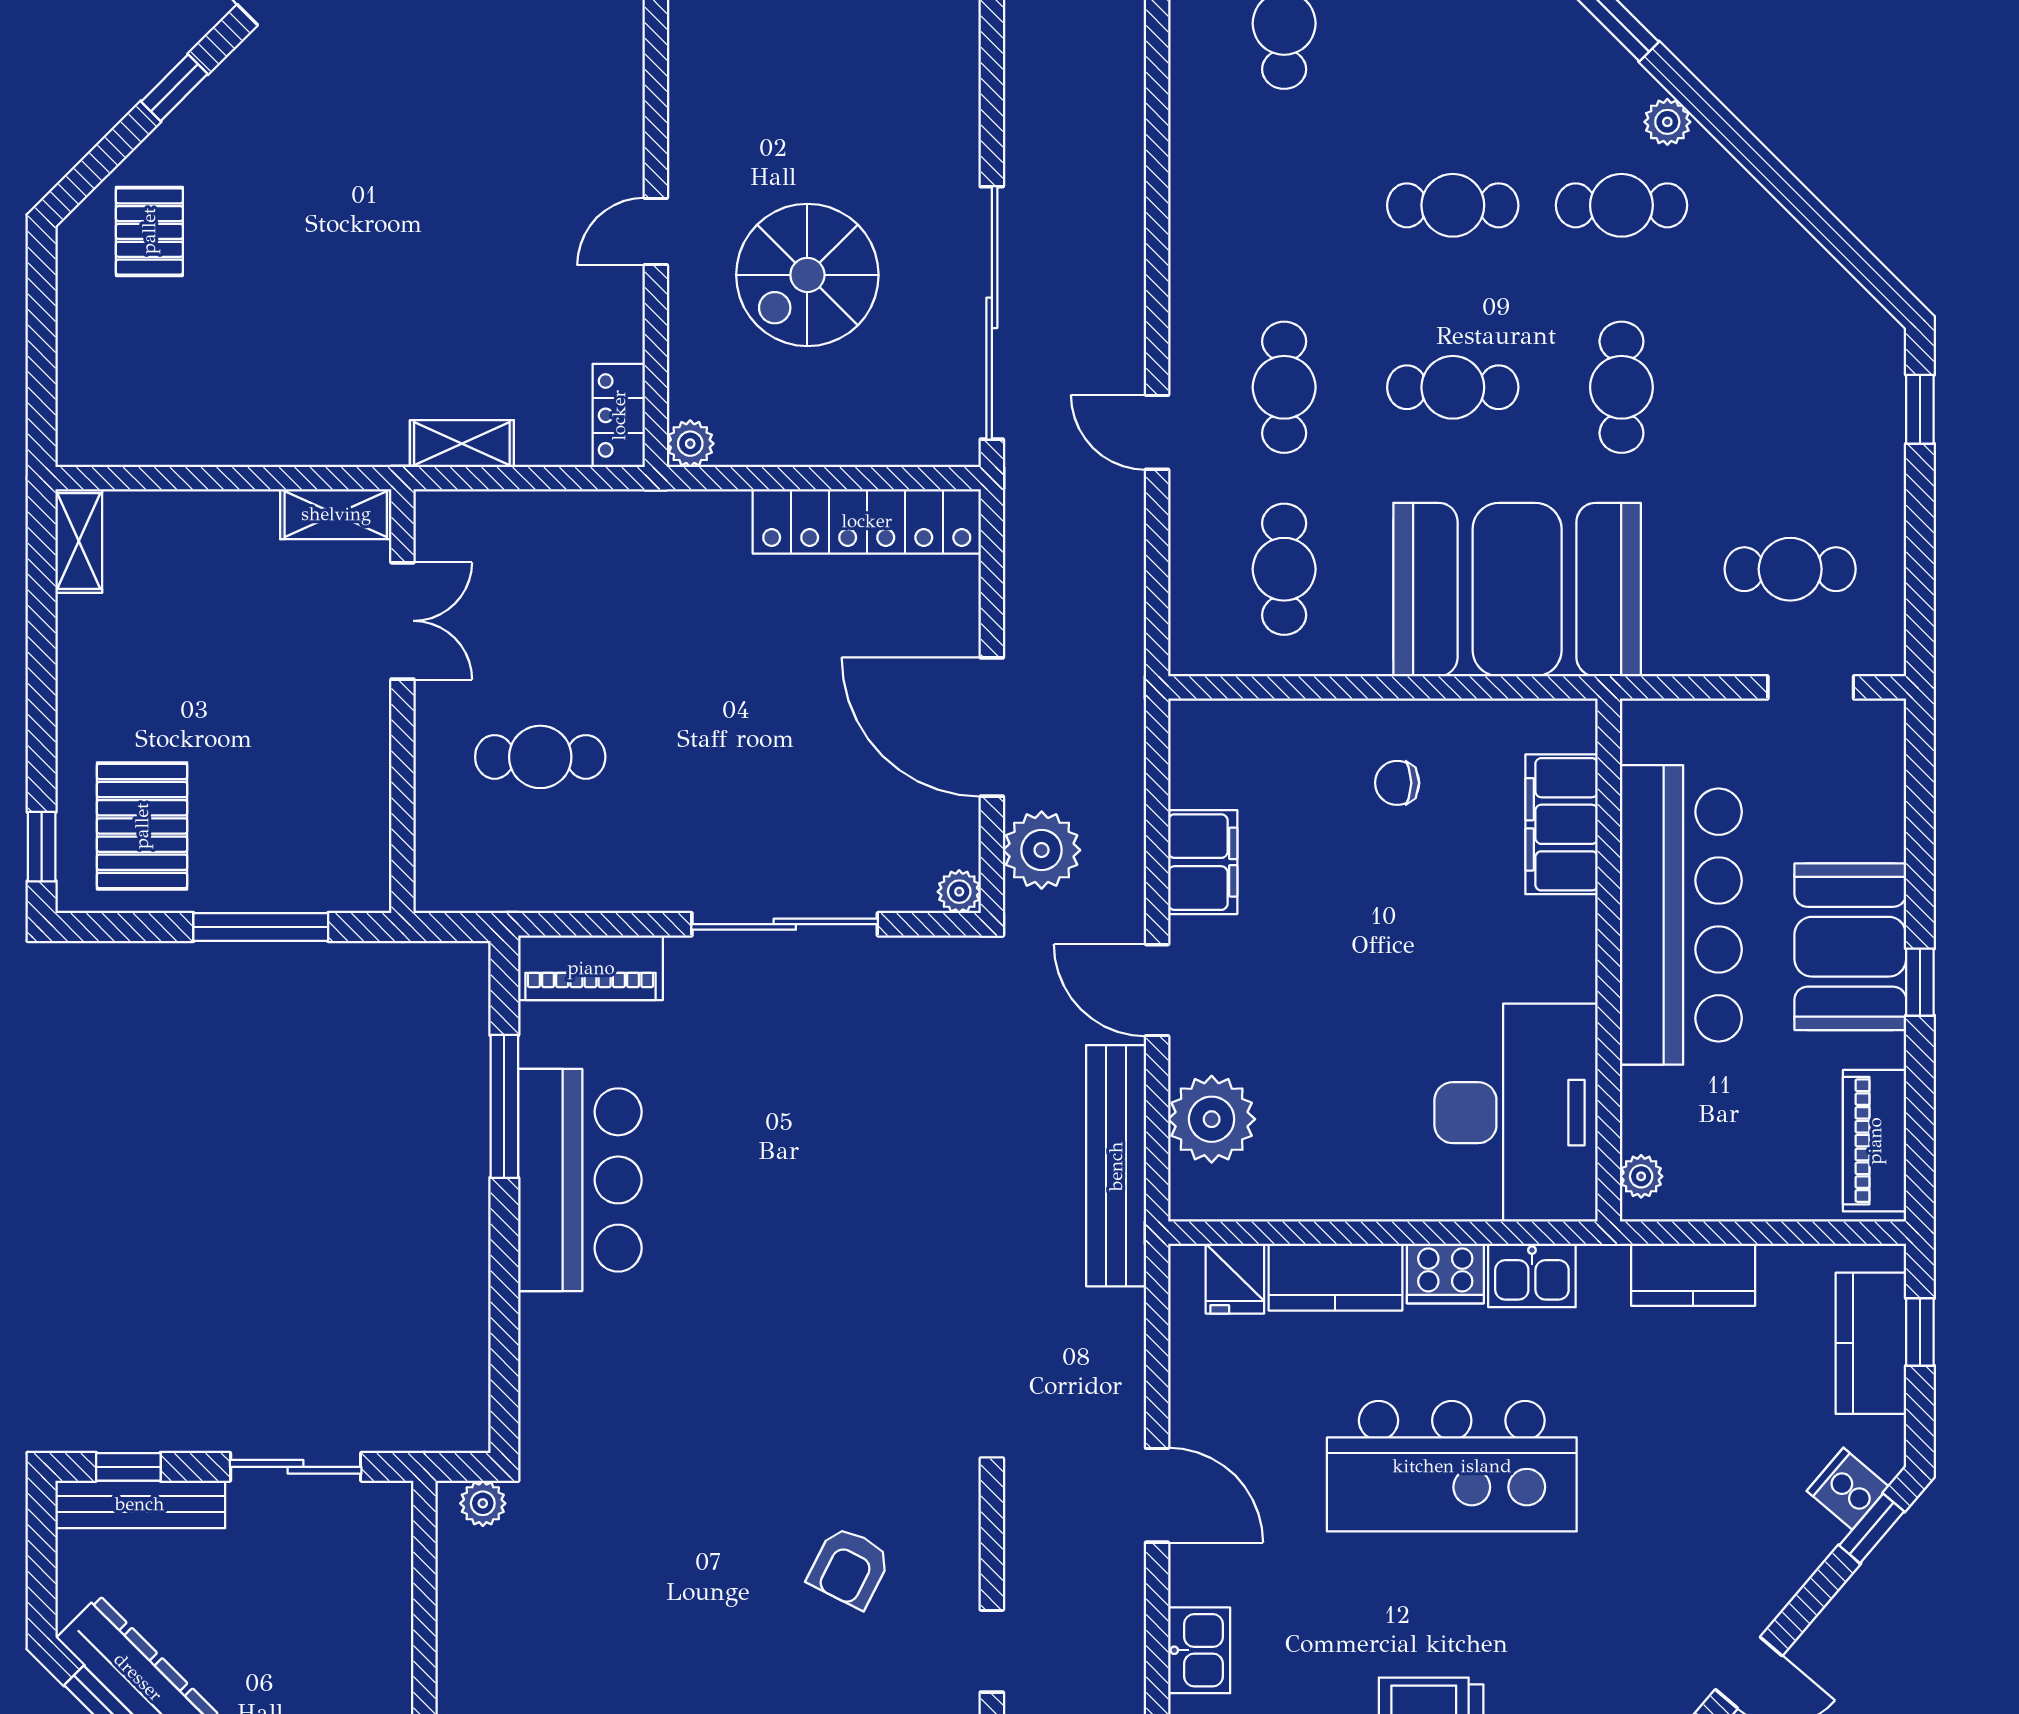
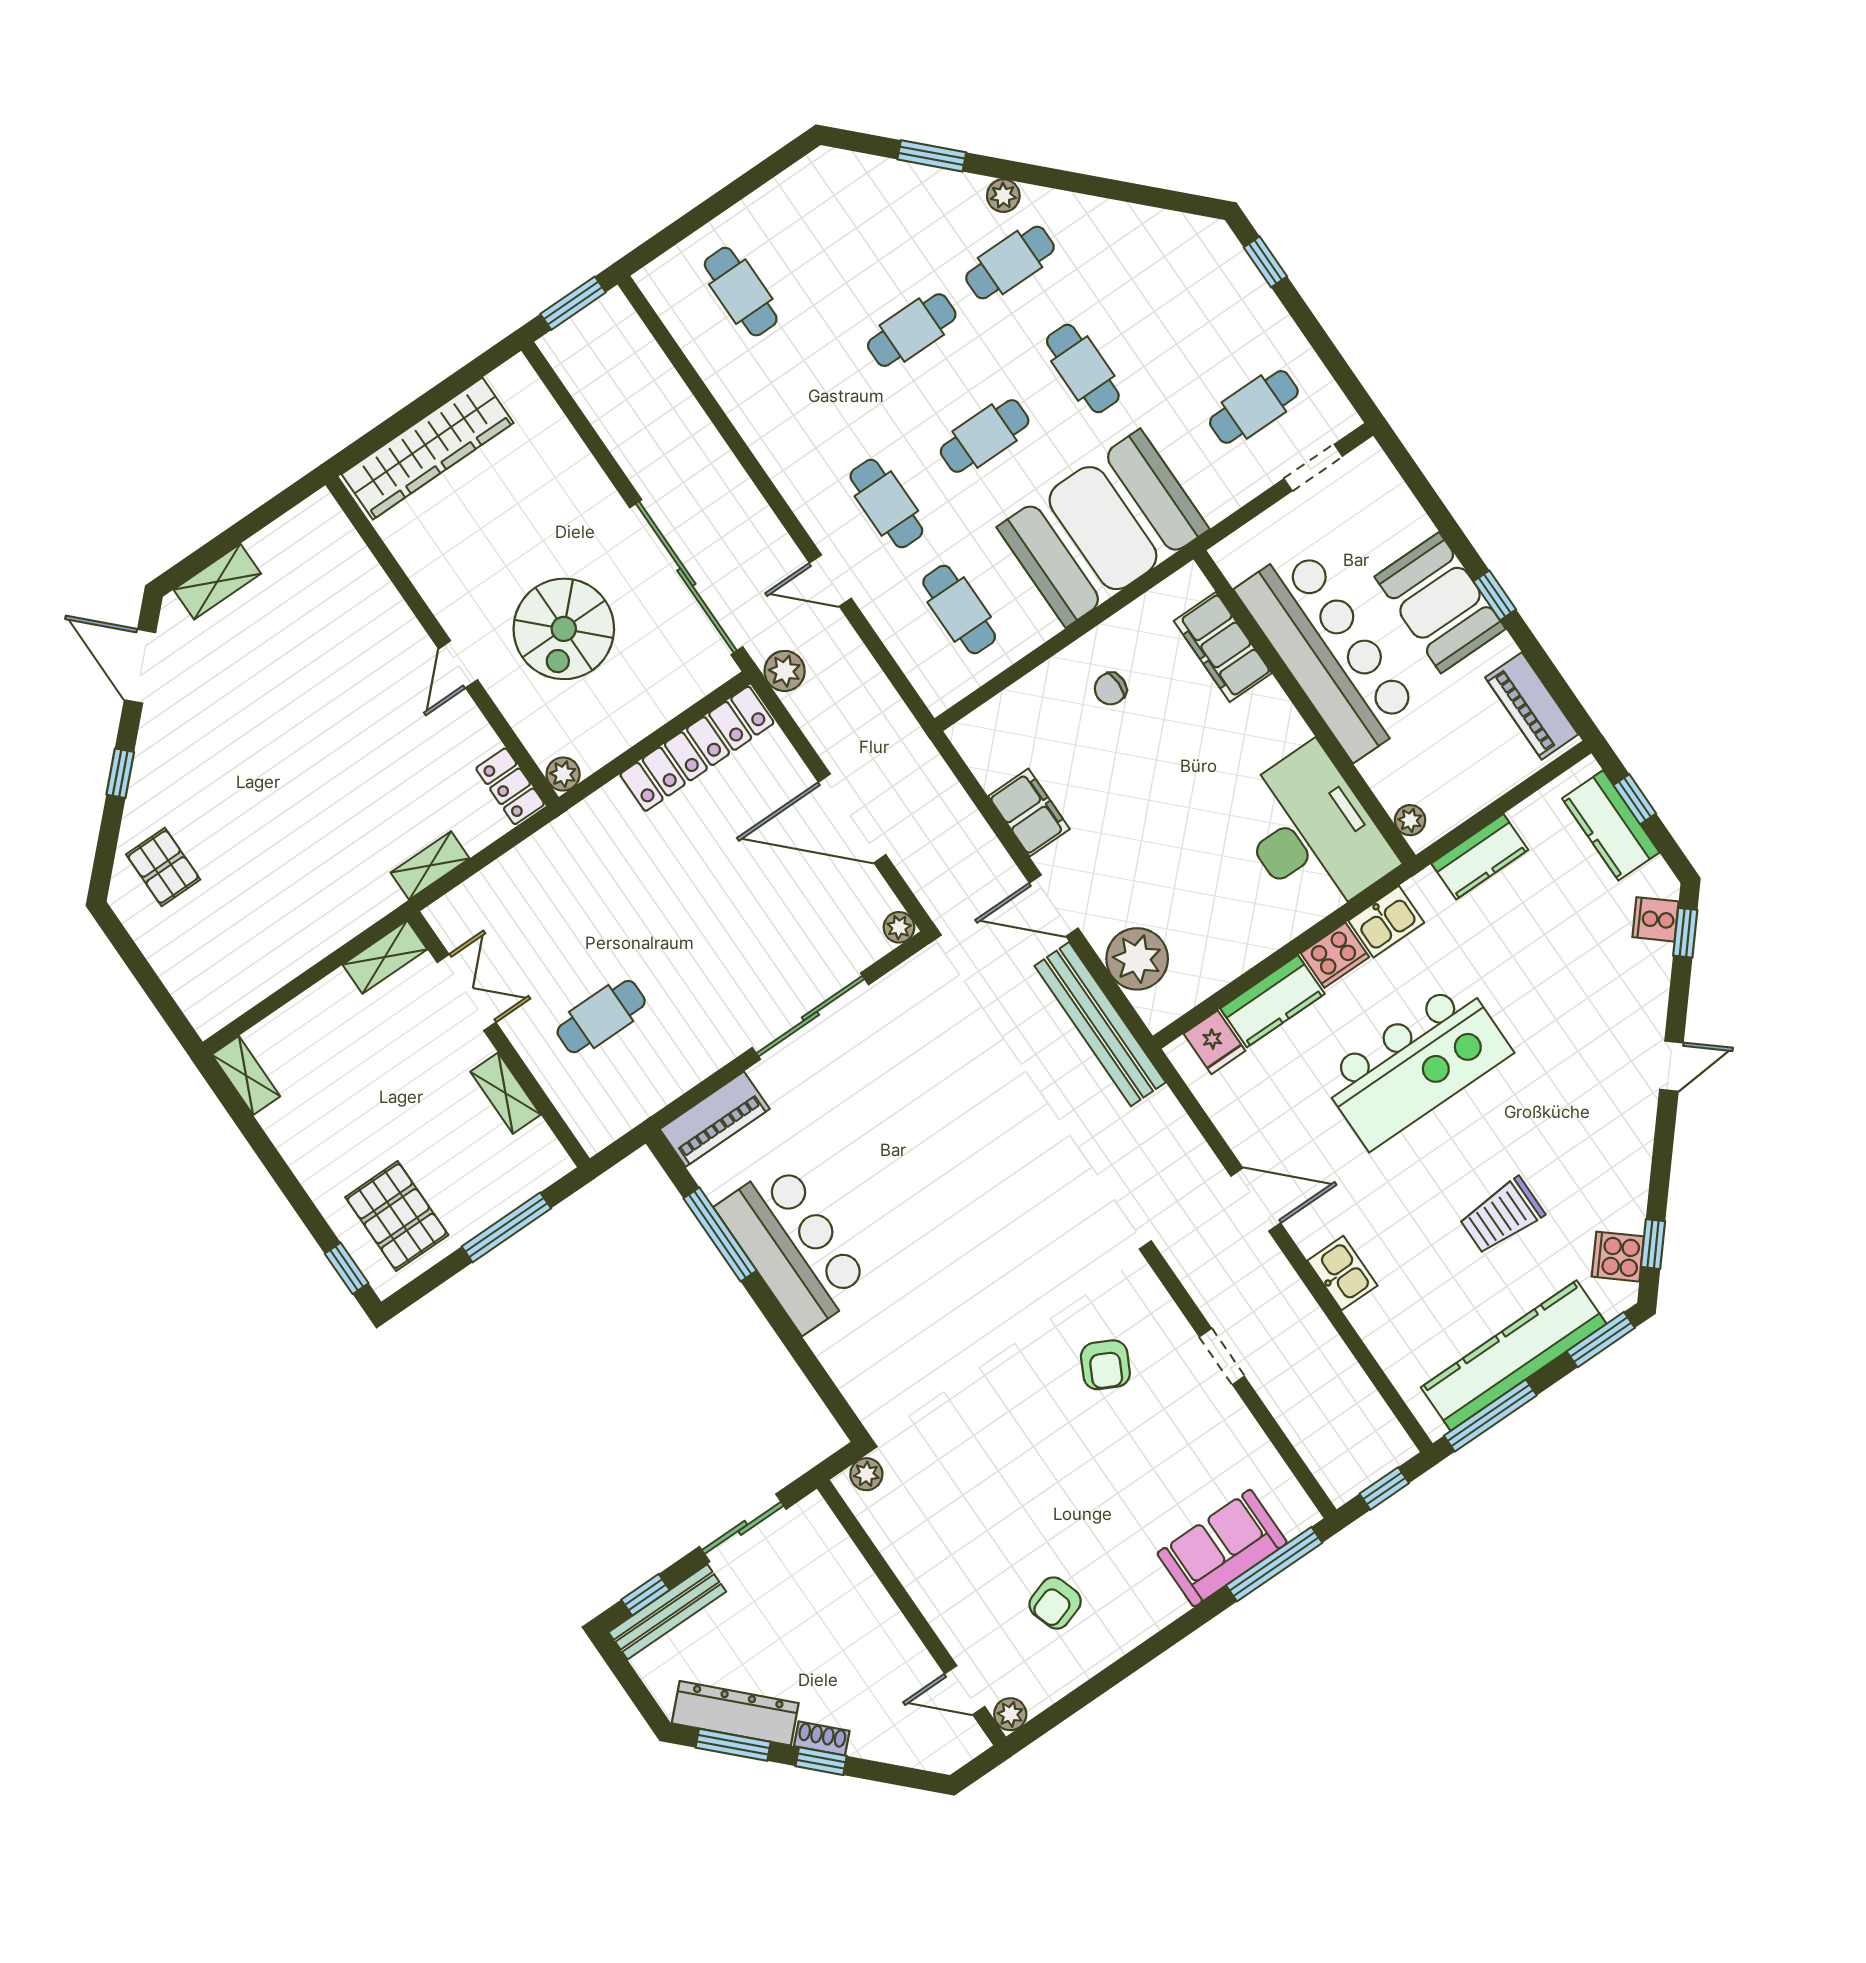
shelving: (367, 770) -> (506, 1093), added
plant: (1042, 850) -> (785, 671), moved, width x0.73, depth x0.73

